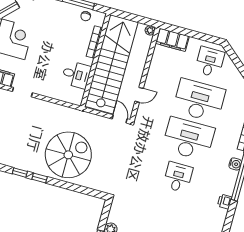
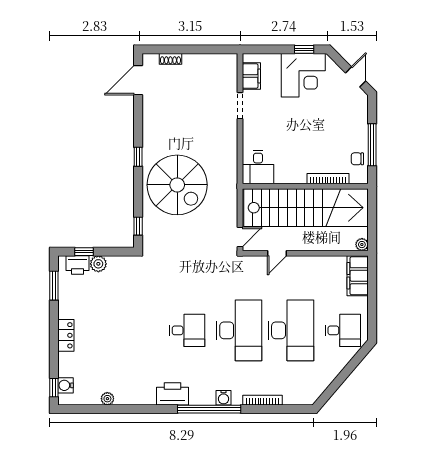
desk: (76, 75) -> (258, 167), moved
door: (139, 95) -> (277, 253), hinge flipped
window: (20, 173) -> (138, 226), moved
printer: (225, 202) -> (173, 394), width x1.87, depth x1.48

